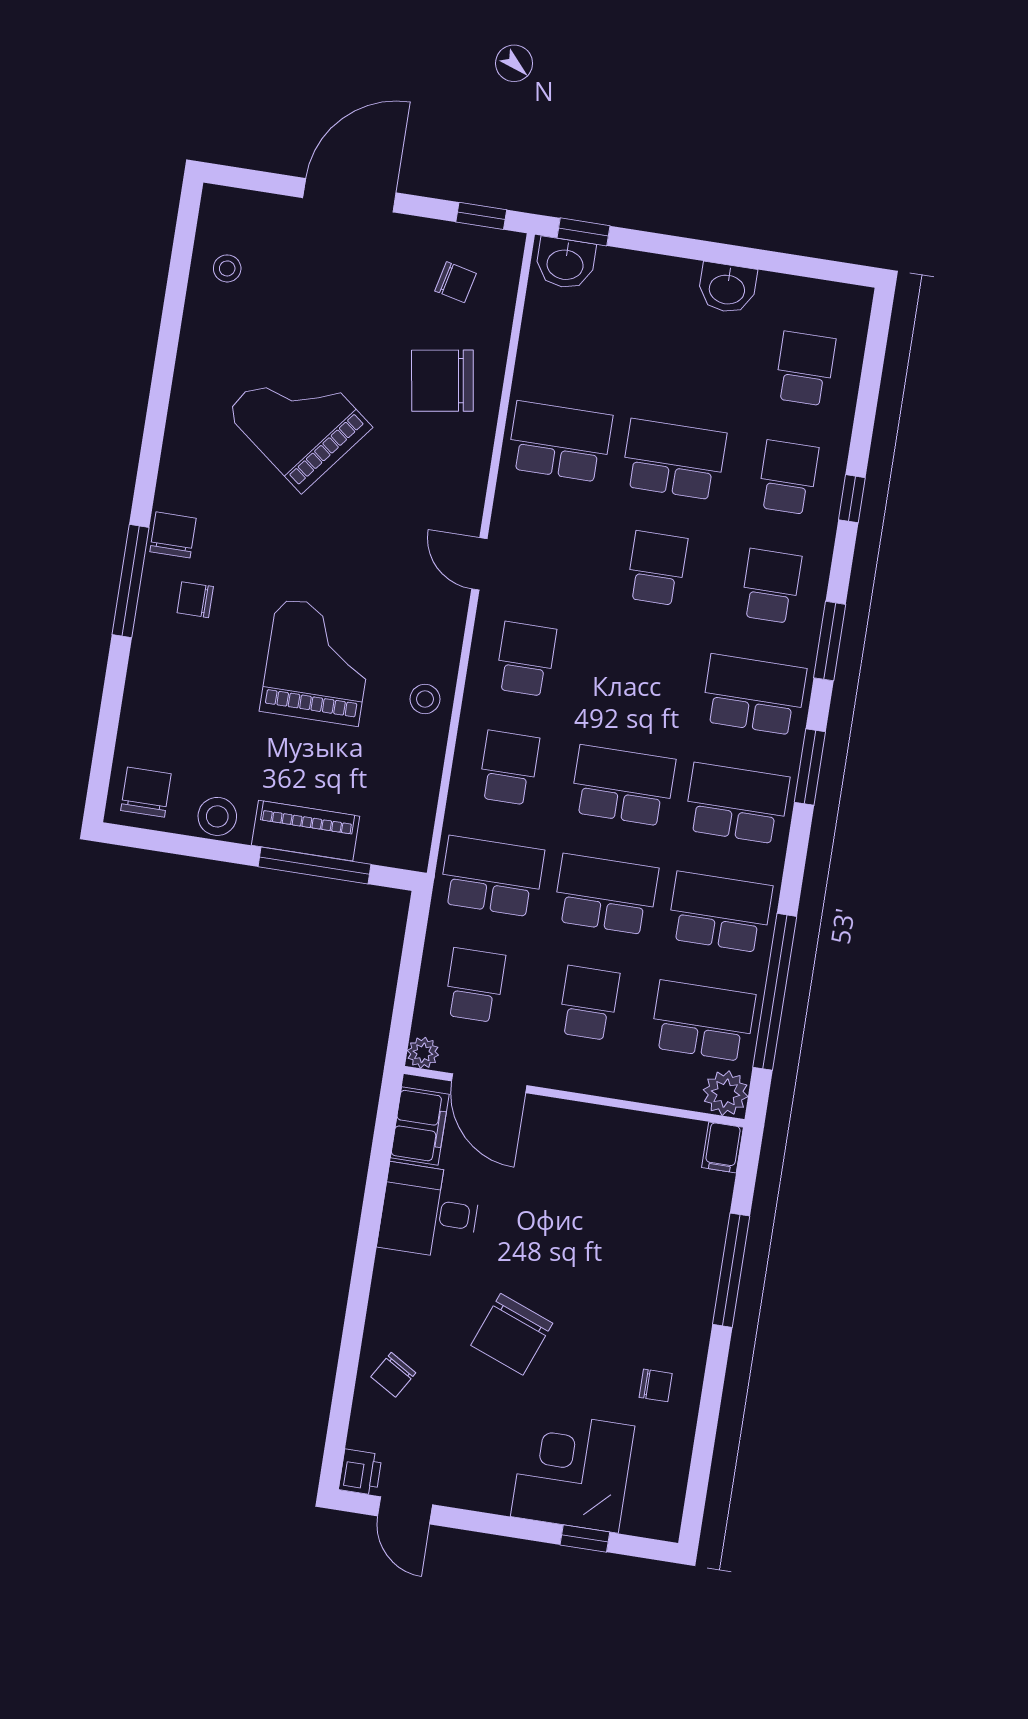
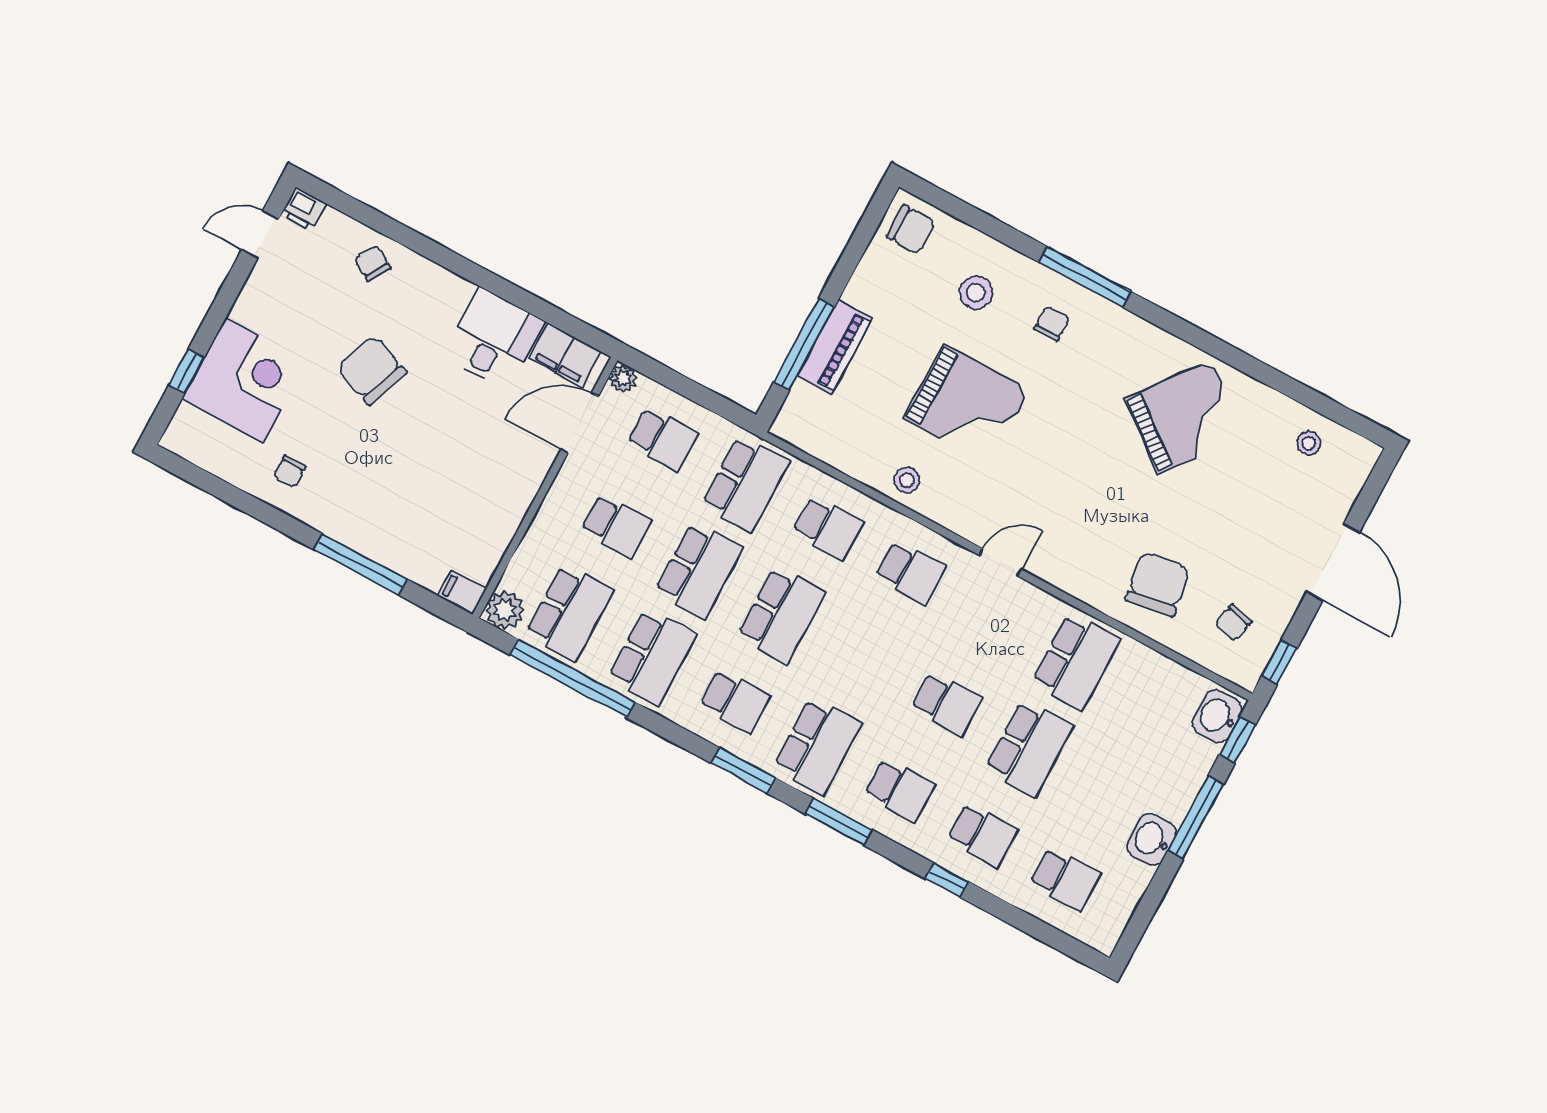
window: (685, 248) -> (1196, 817), added
grand piano: (299, 419) -> (1185, 417), moved
chair: (173, 535) -> (1110, 324), removed
school desk: (737, 803) -> (735, 701), width x0.54
stool: (217, 816) -> (976, 293), moved

